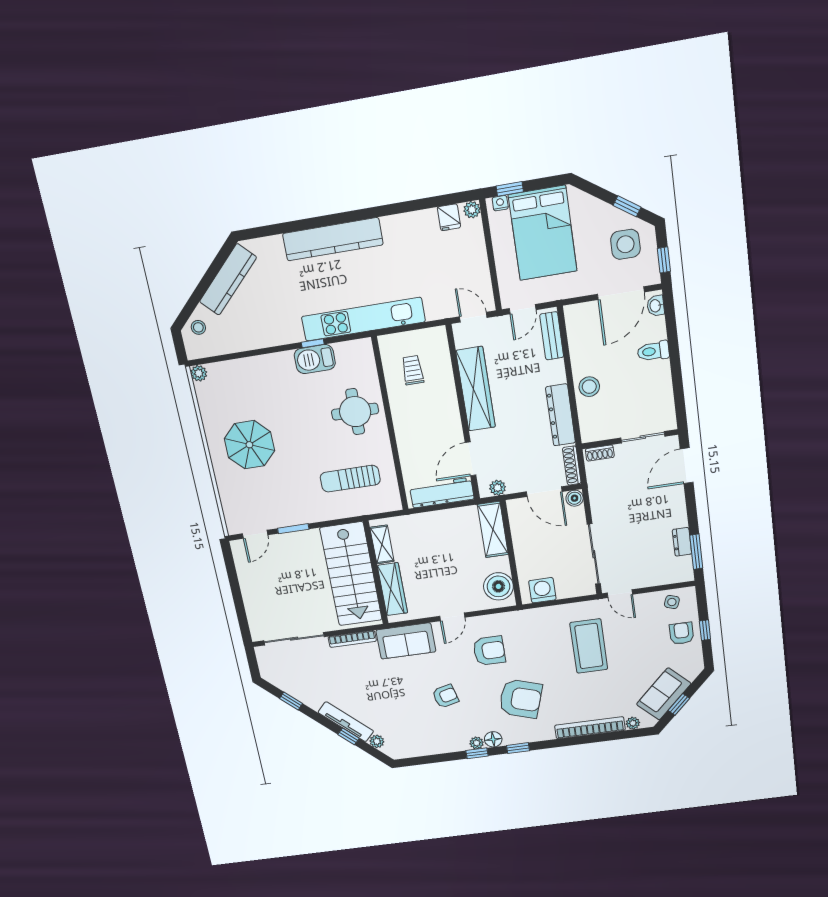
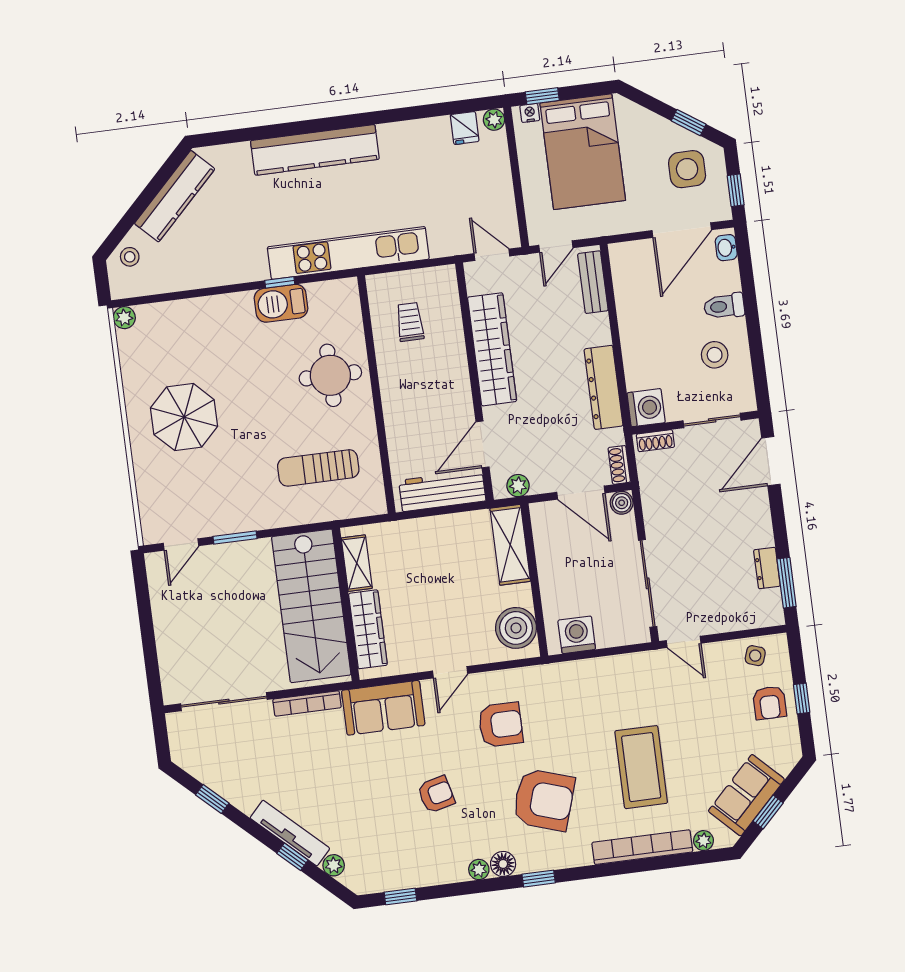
stool: (589, 387) -> (715, 355), moved
washing machine: (593, 429) -> (646, 408), added
shoe rack: (572, 466) -> (619, 465), width x0.70
armchair: (682, 633) -> (770, 703), turned 180
coffee table: (589, 646) -> (641, 767), moved
window: (477, 753) -> (400, 896), moved

